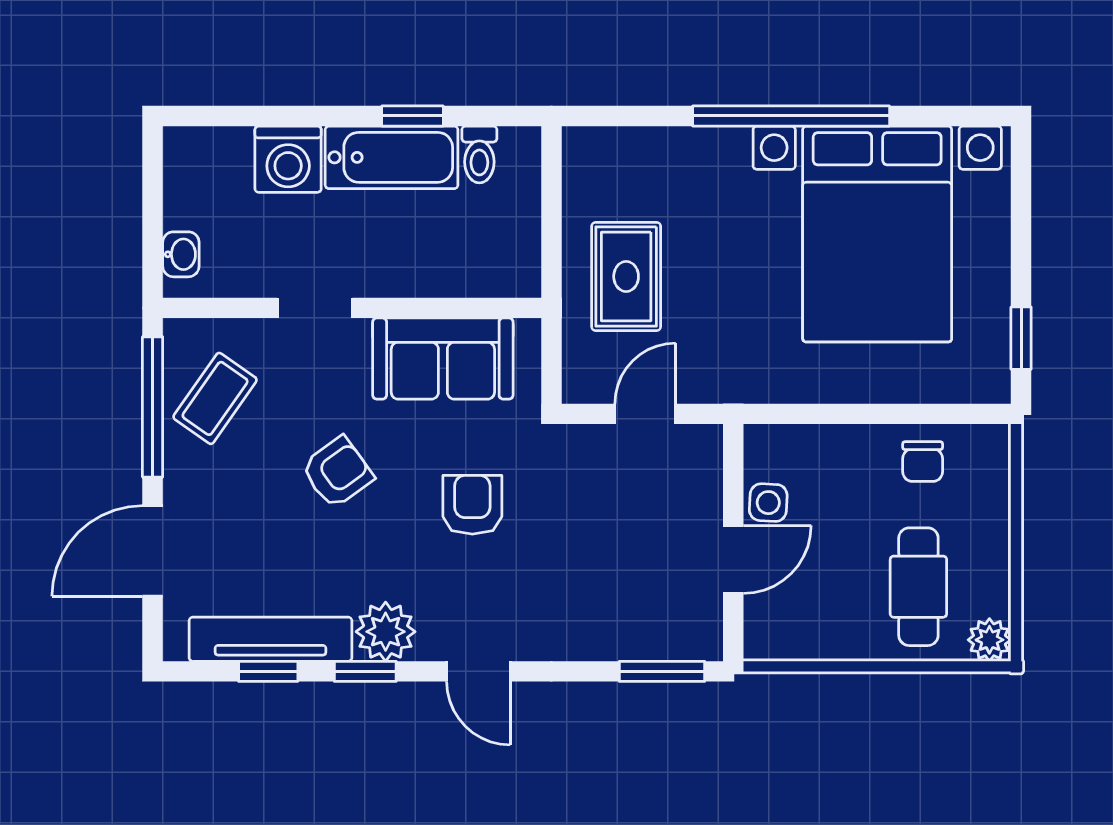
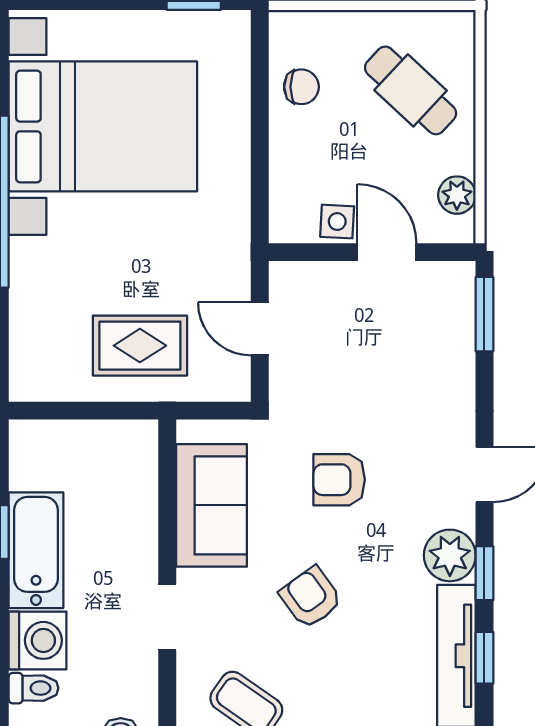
toilet: (479, 155) -> (34, 688), moved
cafe table: (918, 587) -> (411, 90), turned 43
plant: (989, 640) -> (457, 195), moved

